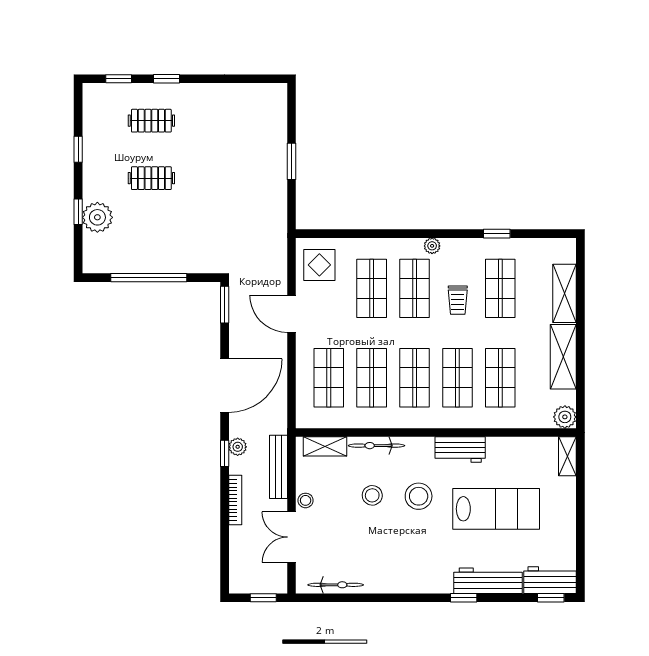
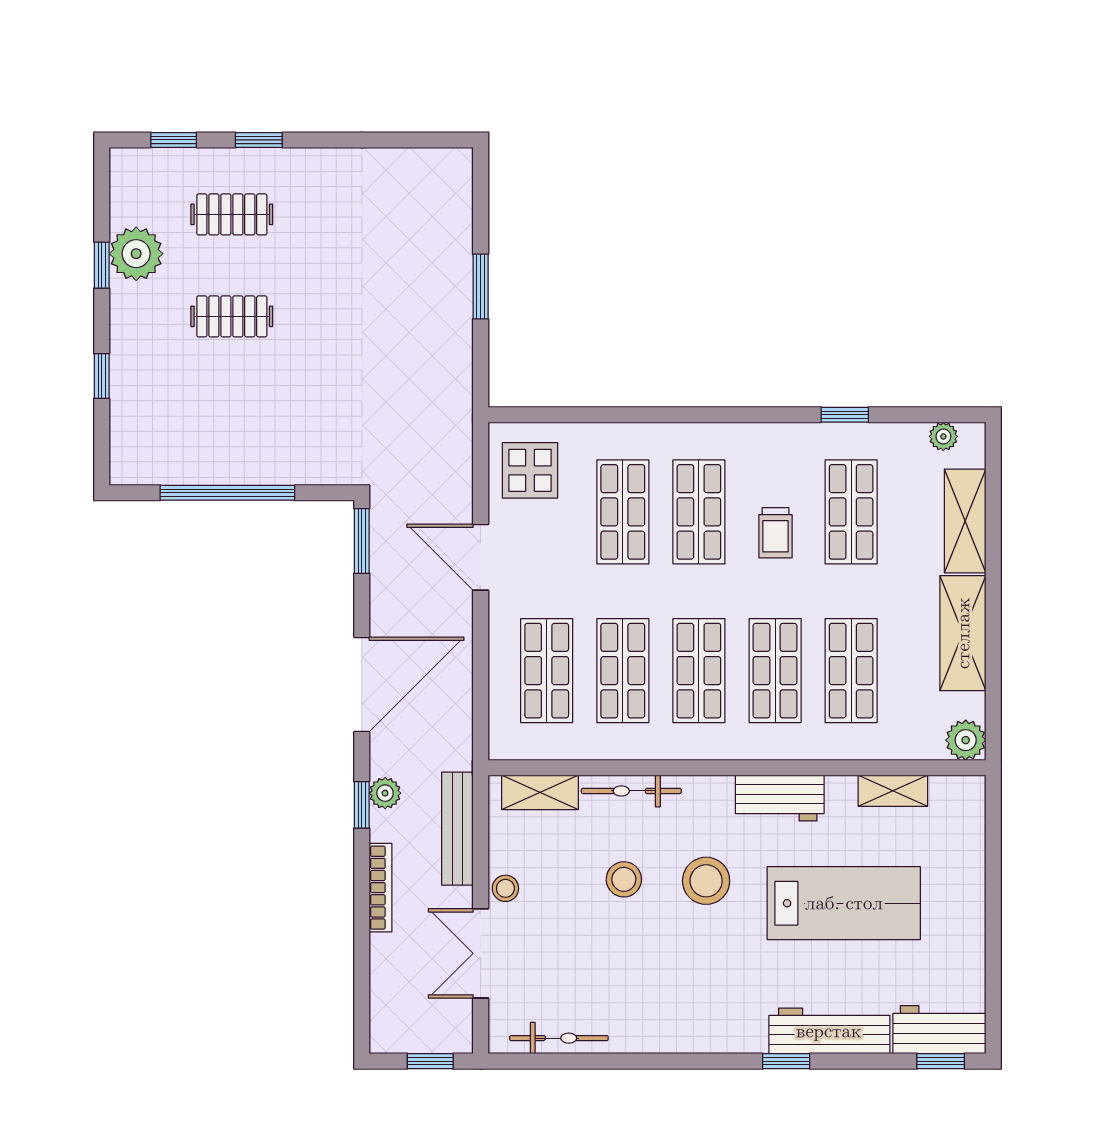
plant: (97, 217) -> (136, 254), moved
plant: (432, 246) -> (943, 436), moved
shelving: (567, 456) -> (893, 791), moved, turned 90

